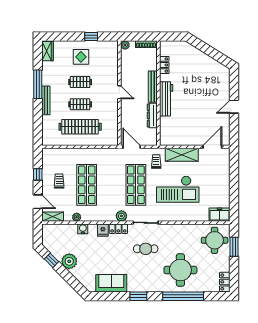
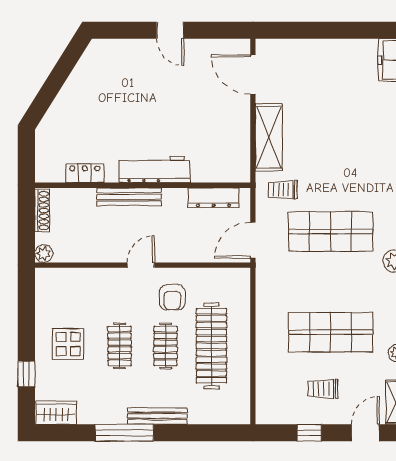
window: (91, 37) -> (26, 374), moved
armchair: (104, 108) -> (172, 297), added
dresser: (152, 115) -> (214, 198), moved
checkout: (178, 189) -> (339, 146), removed

